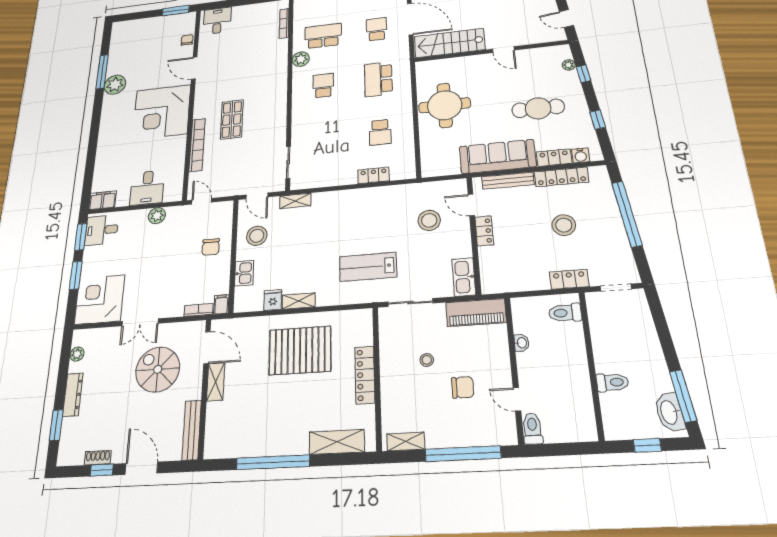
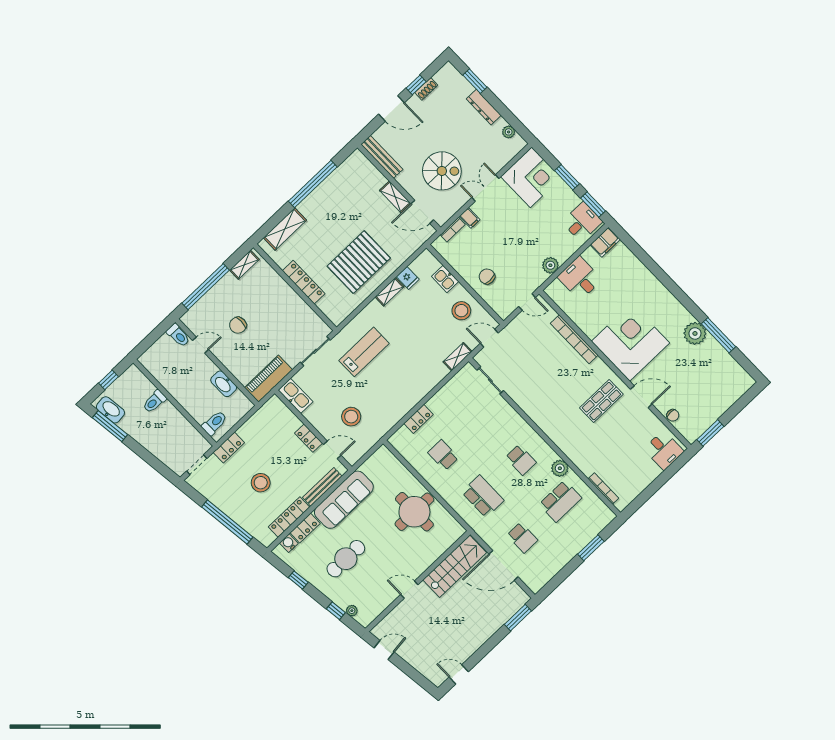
shop shelf: (232, 119) -> (601, 401), moved, turned 90
filing cabinet: (221, 304) -> (470, 218), moved
washbasin: (521, 343) -> (224, 384), width x1.91, depth x1.45
stool: (427, 360) -> (274, 323), removed

